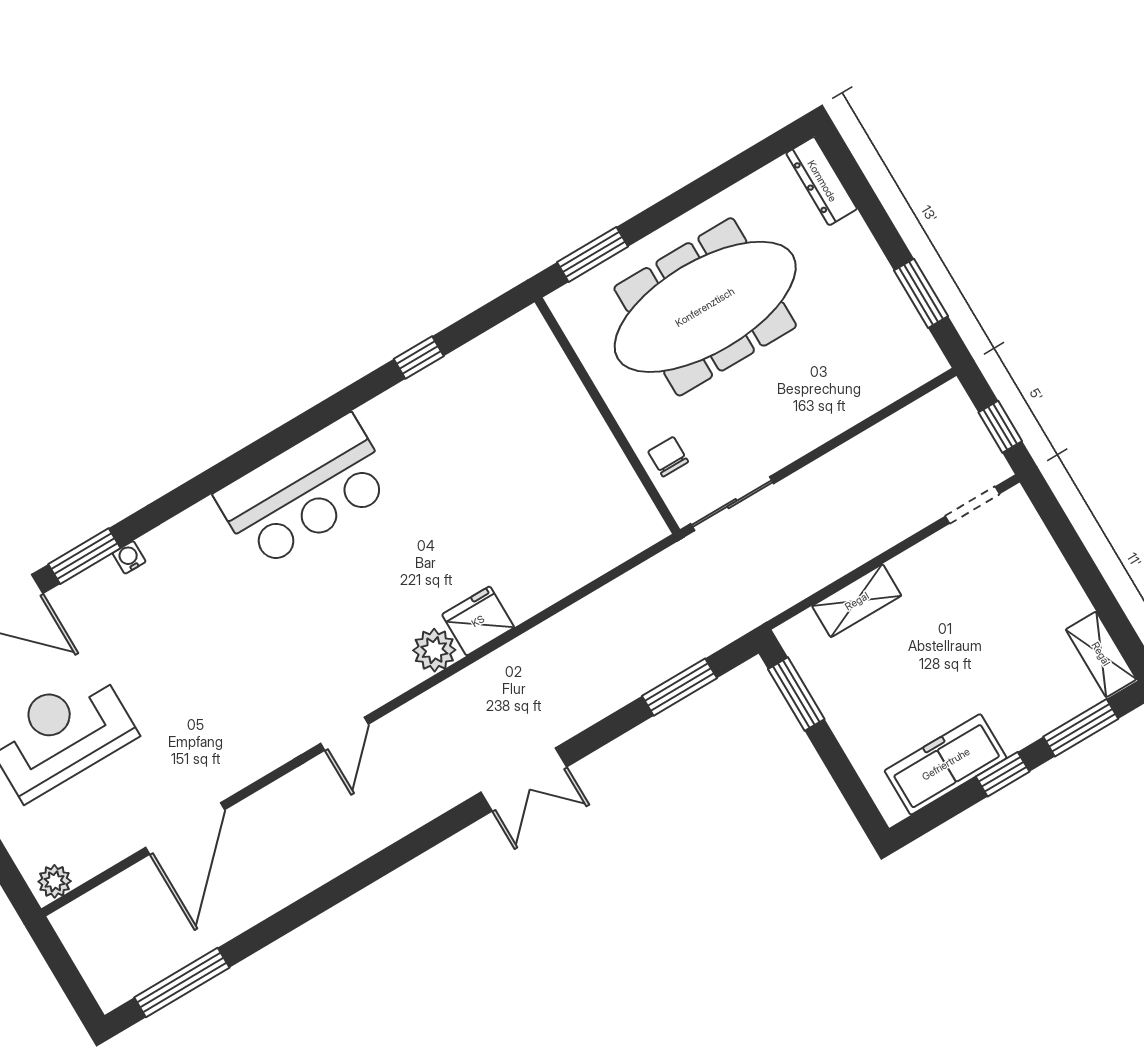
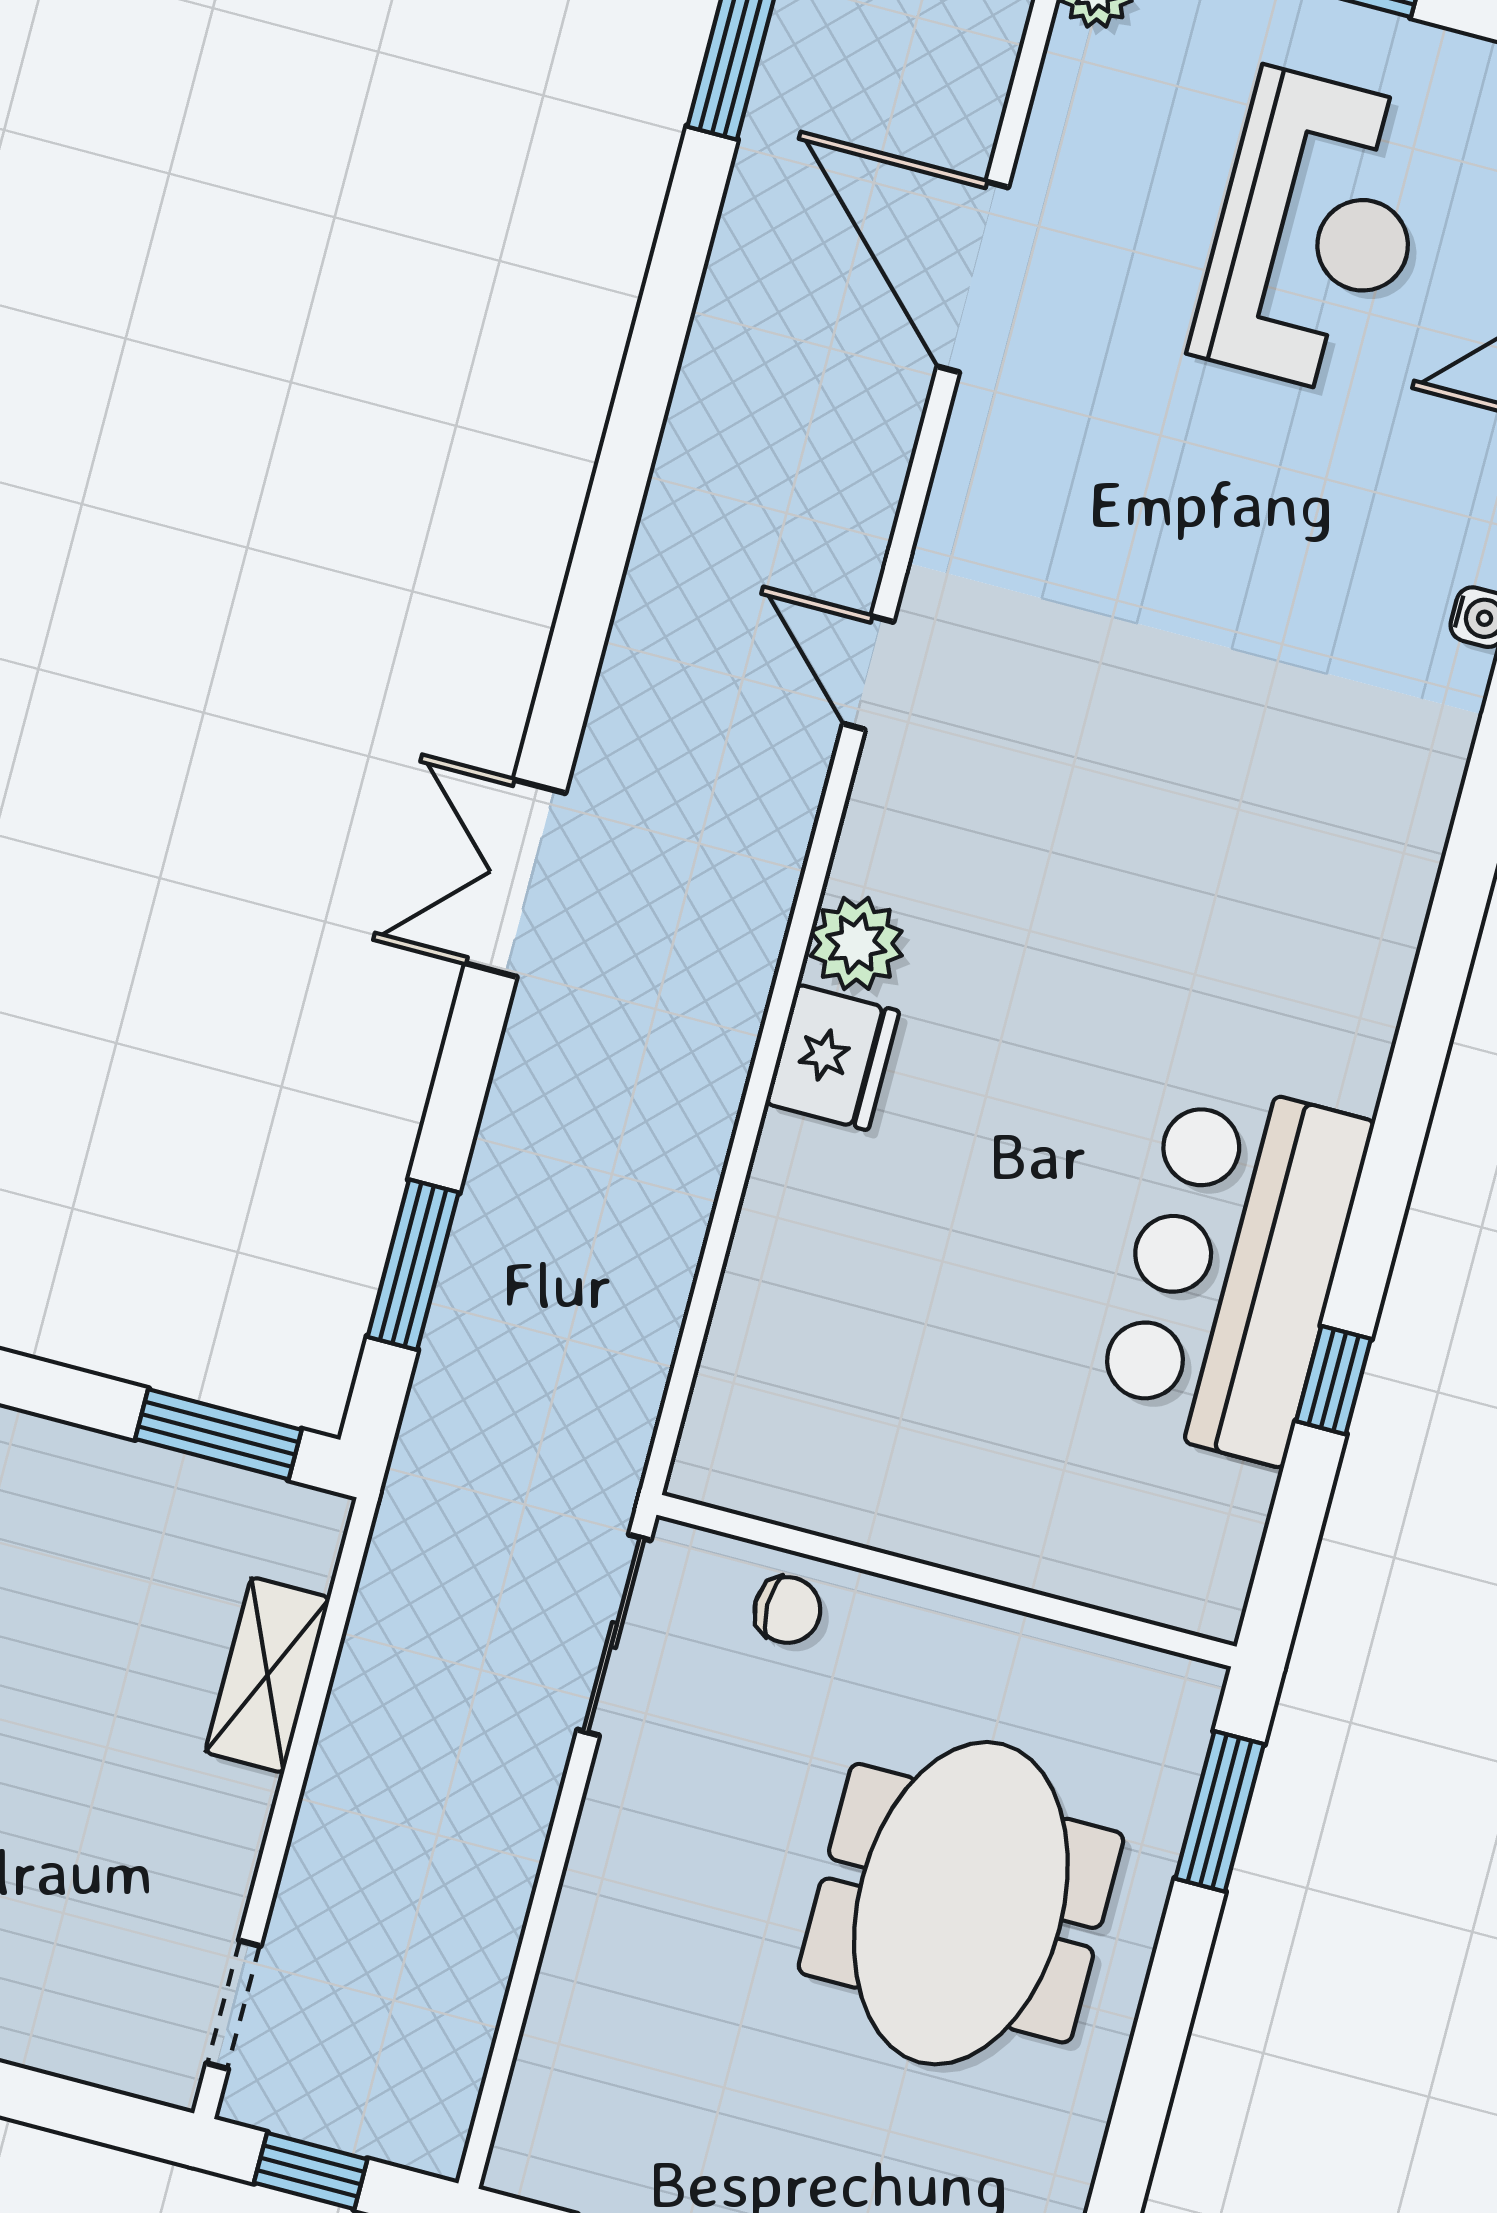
meeting table: (705, 307) -> (961, 1903), width x0.73
bar counter: (305, 491) -> (1233, 1270), moved

